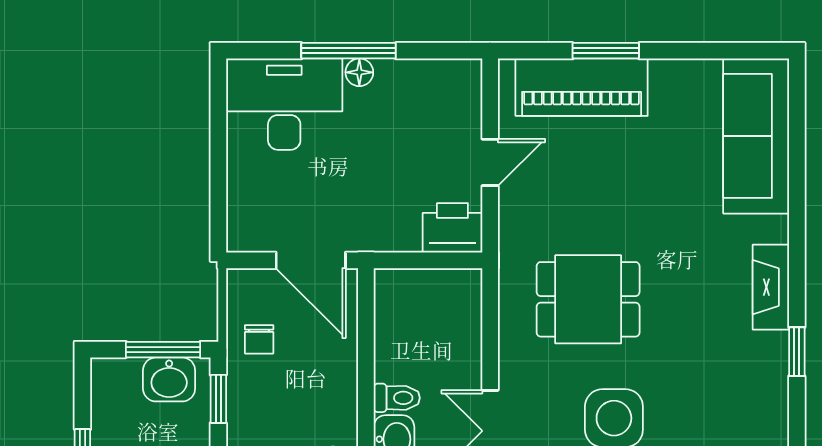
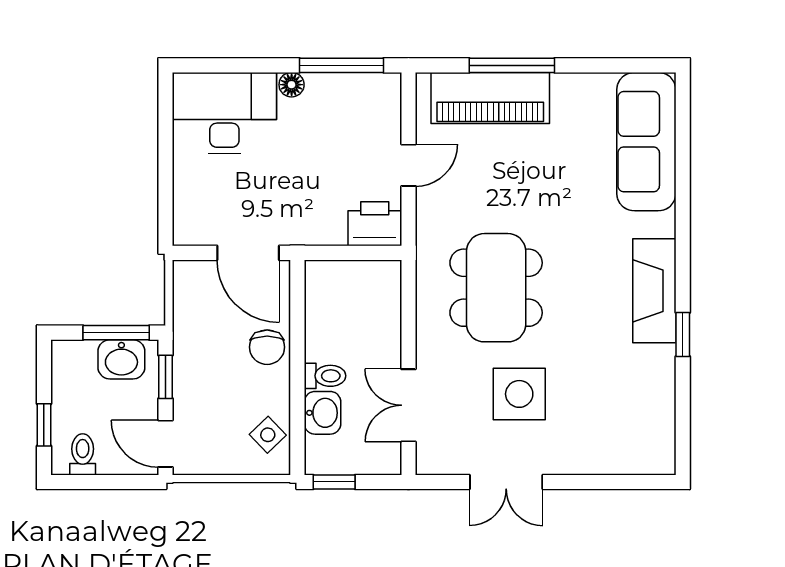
window: (349, 51) -> (341, 65), moved
window: (606, 51) -> (512, 65), width x1.44
fireplace: (771, 287) -> (654, 291), width x1.37, depth x1.32
dining table: (588, 299) -> (496, 288), width x1.38
chair: (259, 339) -> (267, 347), moved, width x1.37, depth x1.37

